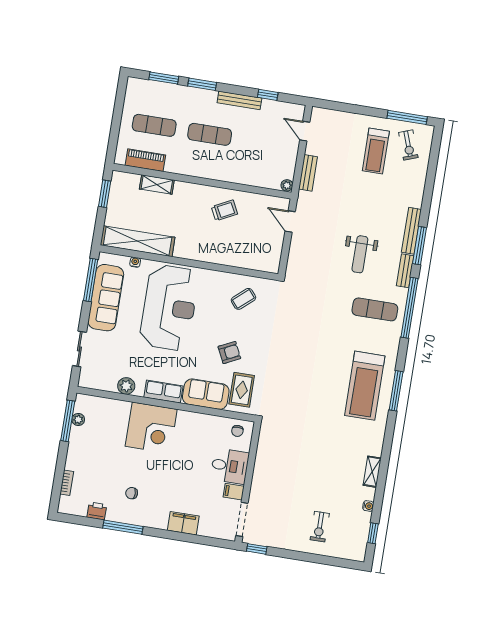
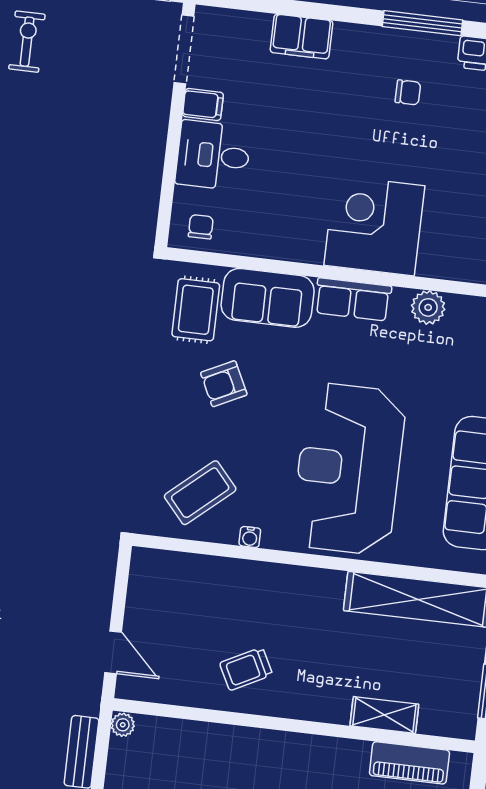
water cooler: (135, 262) -> (250, 537), moved
coffee table: (243, 299) -> (200, 493), width x1.36, depth x1.30

